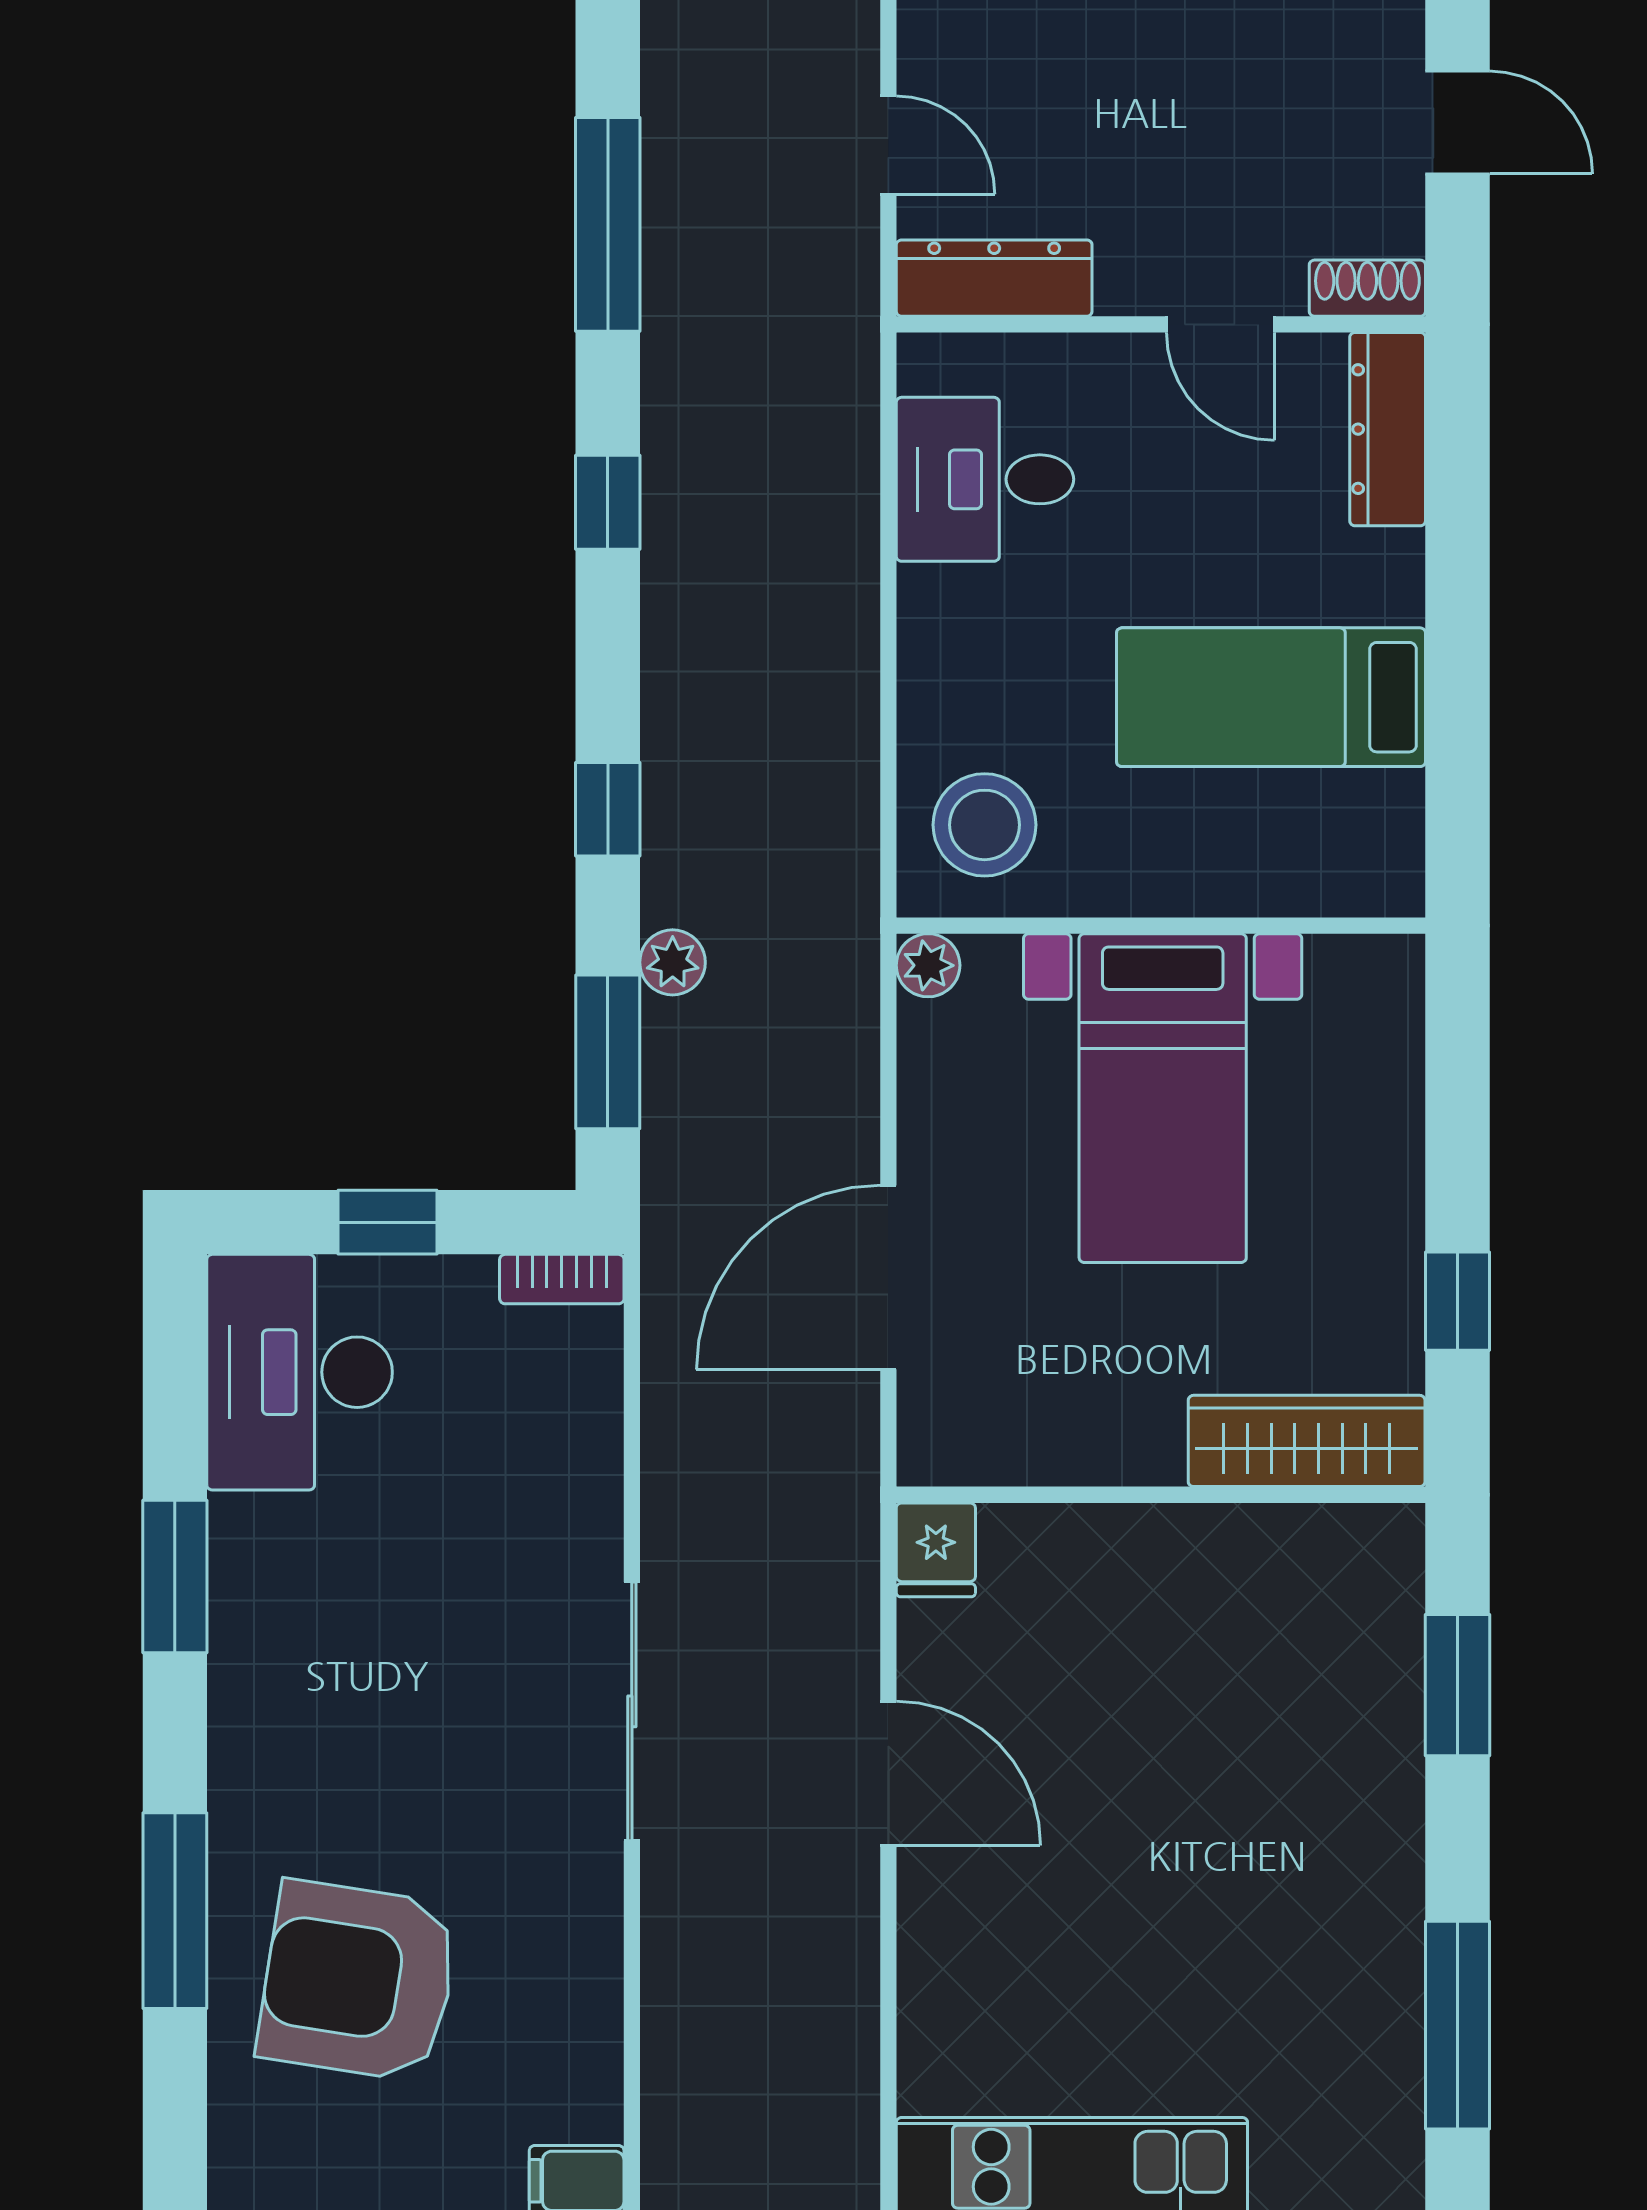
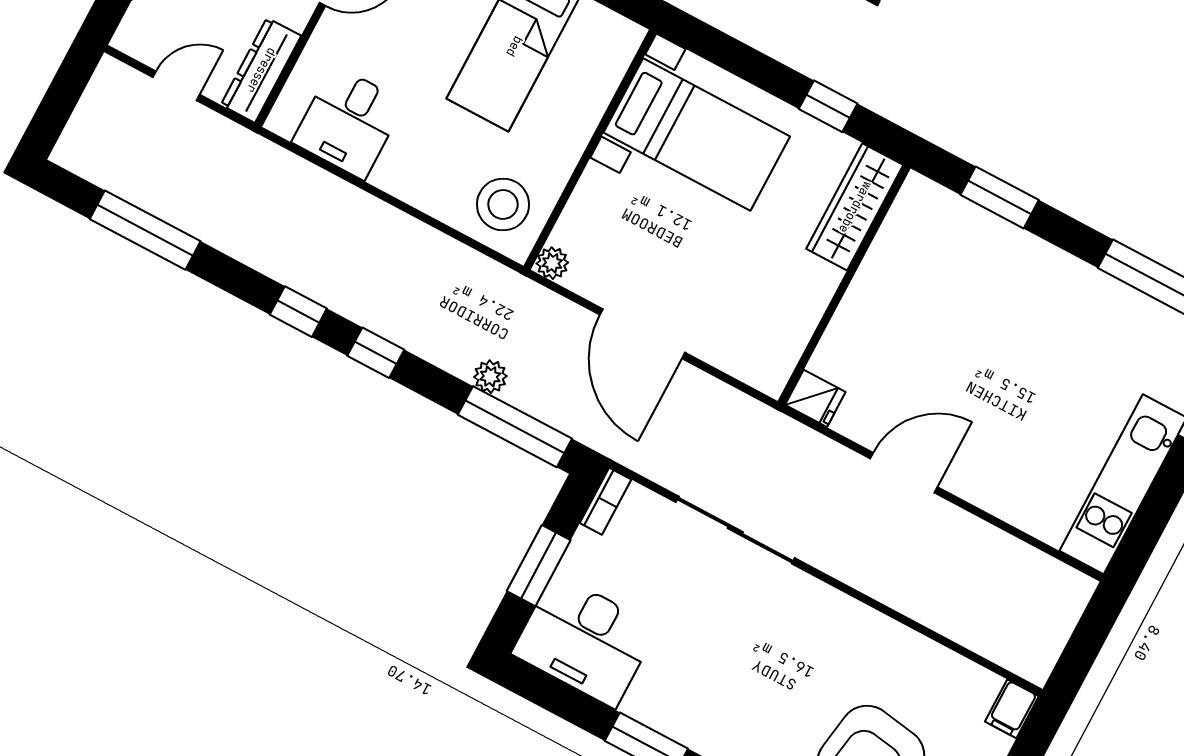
window: (608, 502) -> (298, 312), moved
window: (608, 809) -> (376, 353), moved
window: (608, 1052) -> (515, 427), width x1.44
bed with nightstands: (1163, 1098) -> (697, 134), moved
window: (388, 1222) -> (539, 566), width x1.50
door: (888, 1277) -> (642, 334), moved
sliding door: (632, 1711) -> (735, 530), moved

